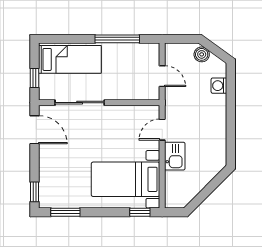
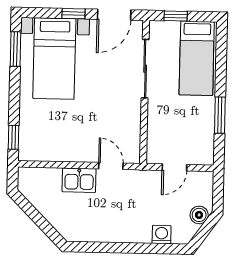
window: (117, 39) -> (220, 115), width x0.69
bed with nightstands: (126, 179) -> (54, 59), moved, turned 180
window: (35, 192) -> (73, 14), moved

